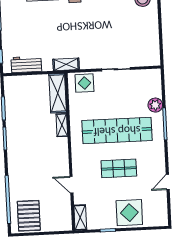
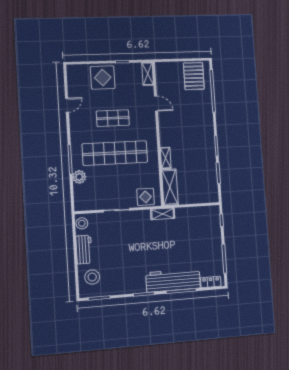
stool: (153, 56) -> (82, 223), added
workbench: (26, 64) -> (84, 249), moved, turned -90

